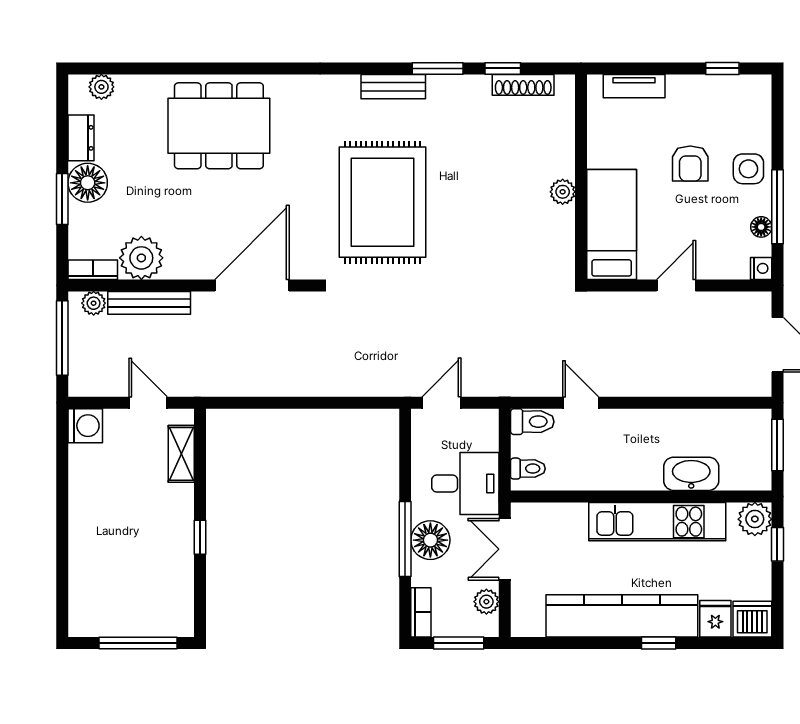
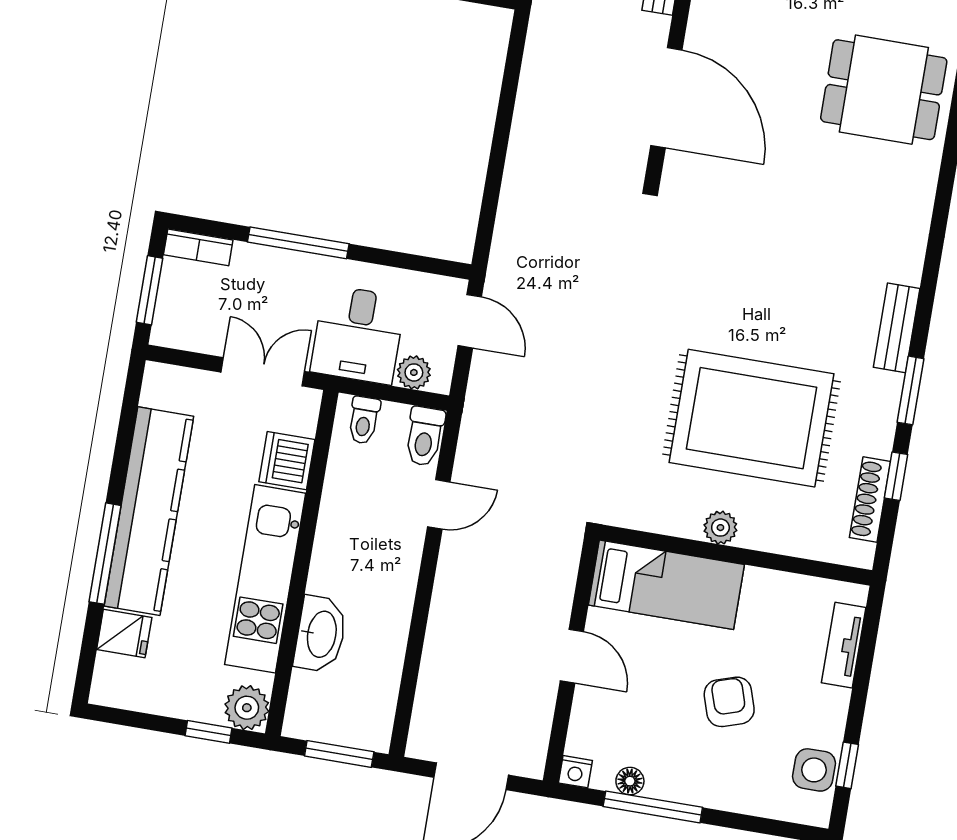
dining table: (219, 126) -> (884, 90), width x0.73
armchair: (690, 164) -> (729, 702), turned 72
side table: (748, 169) -> (814, 770), moved
rug: (382, 202) -> (752, 418), moved
floor lamp: (430, 540) -> (291, 276), removed
plant: (486, 602) -> (414, 372), moved
dishwasher: (752, 619) -> (287, 461), moved, turned 180
window: (659, 643) -> (105, 554), width x2.17

